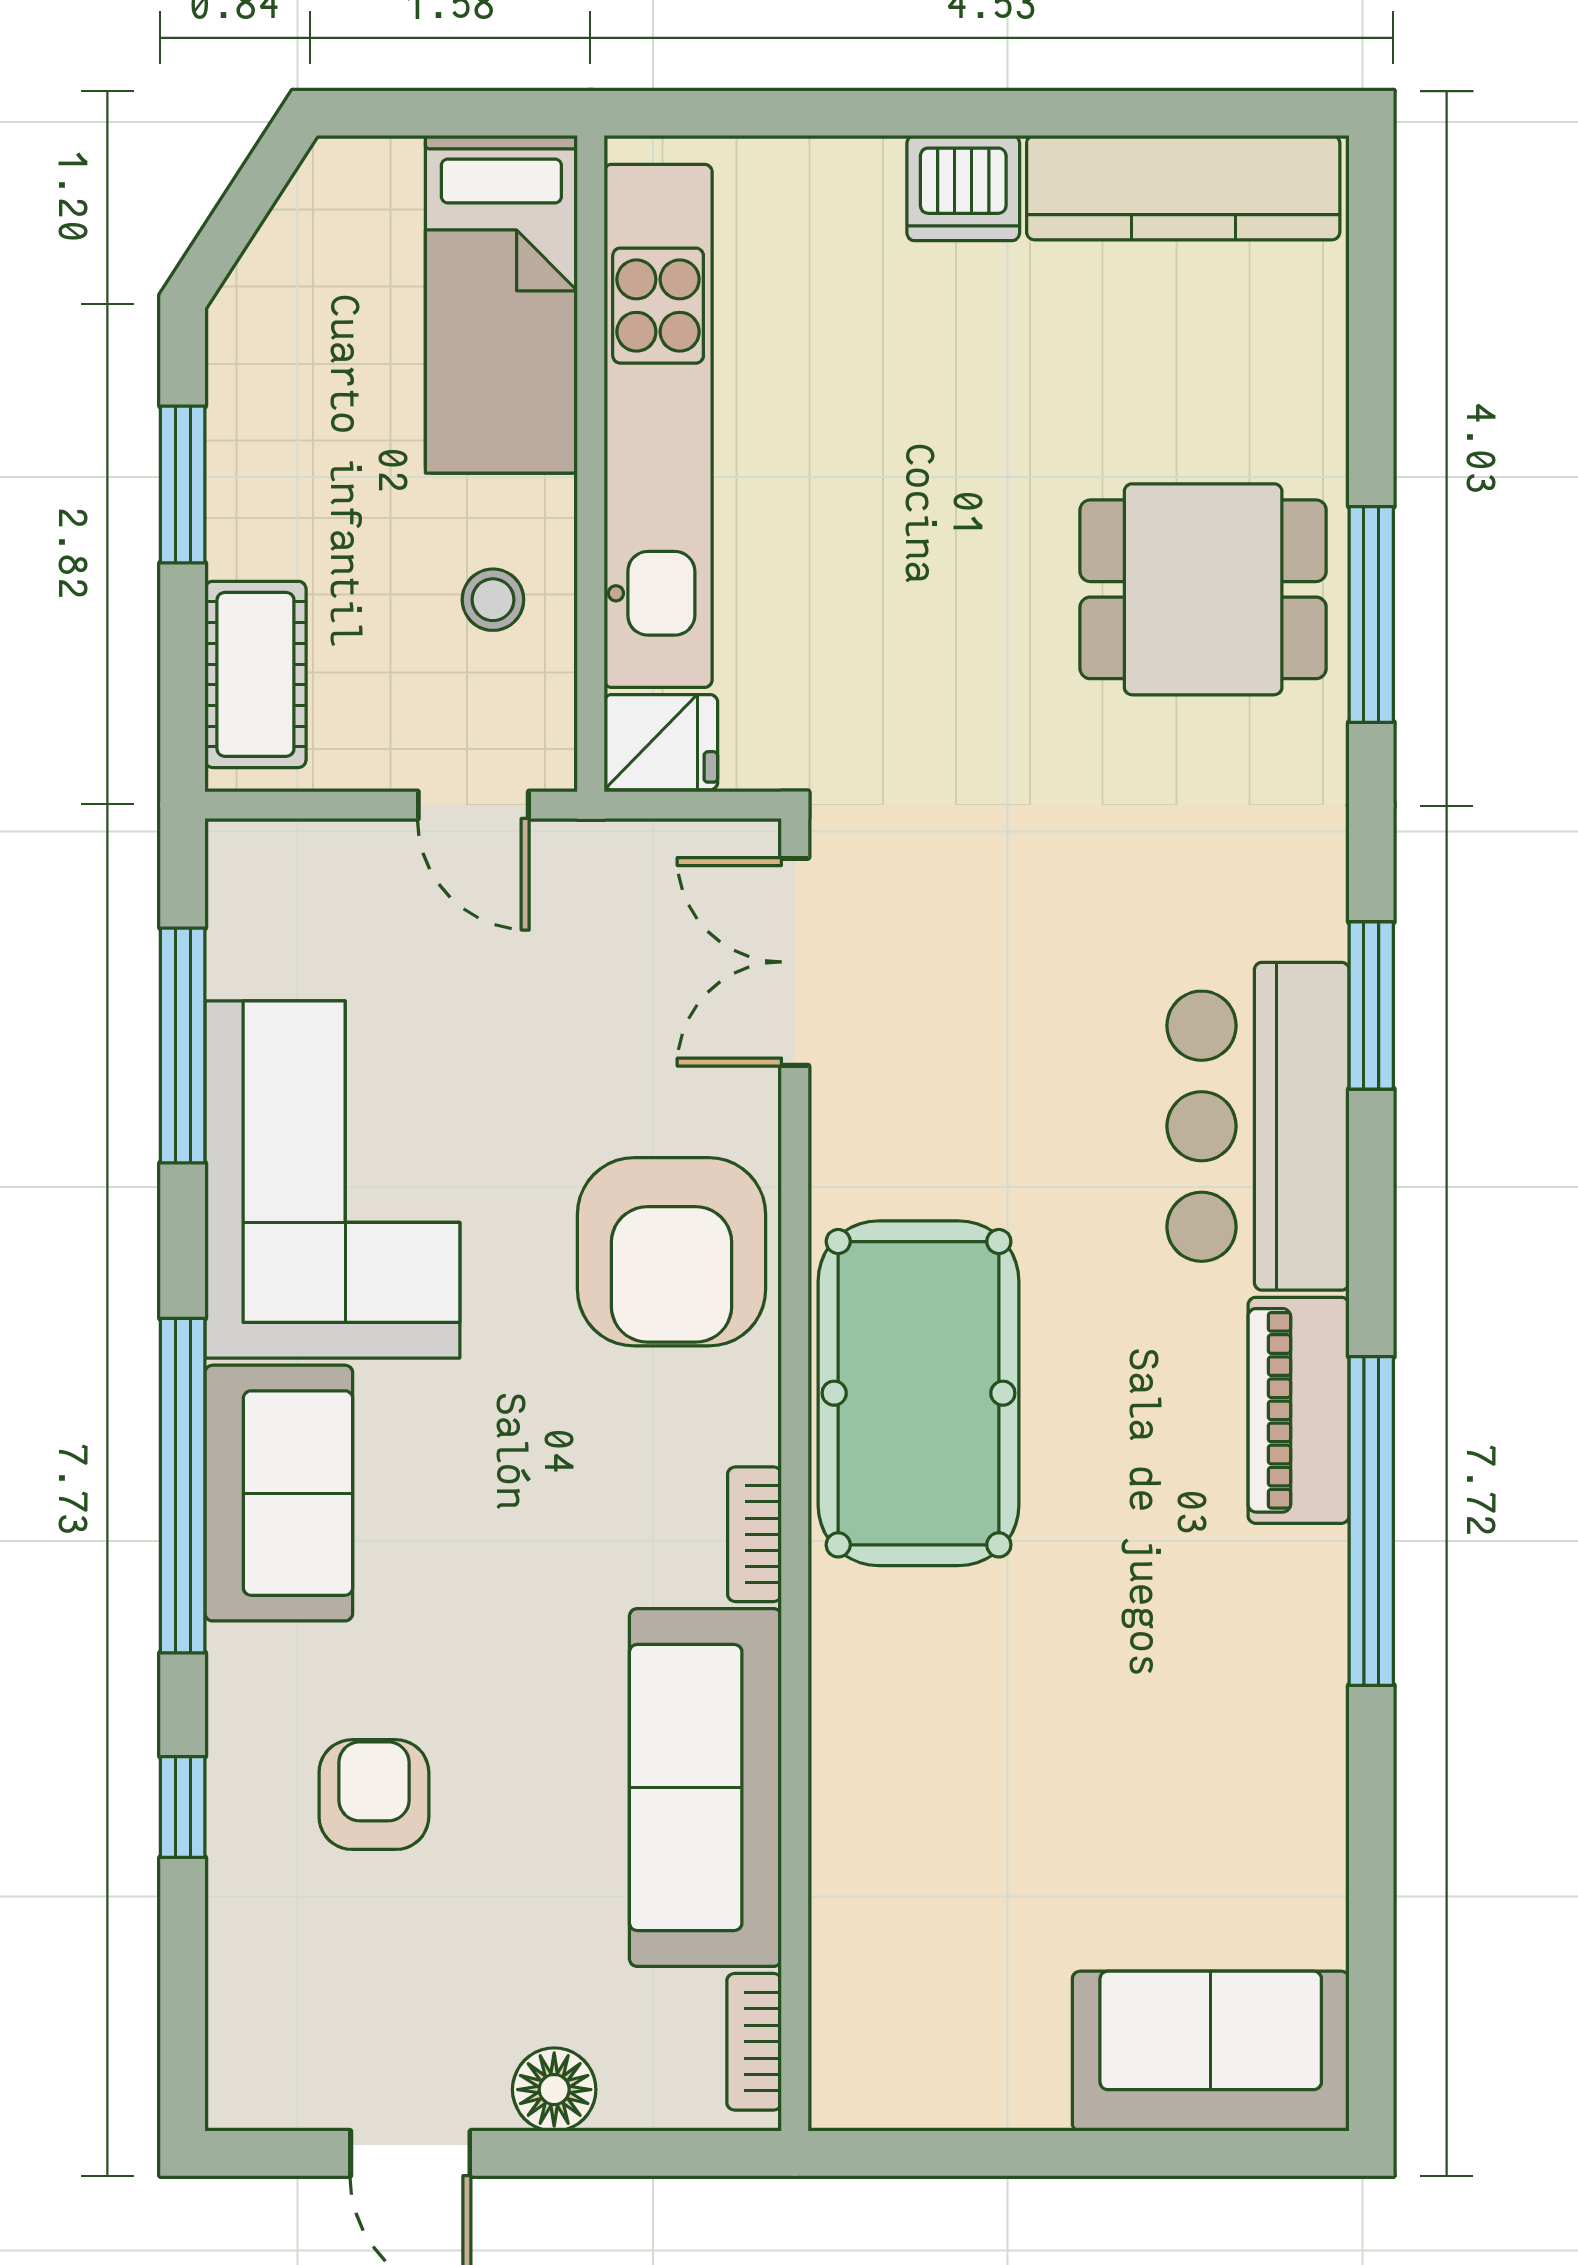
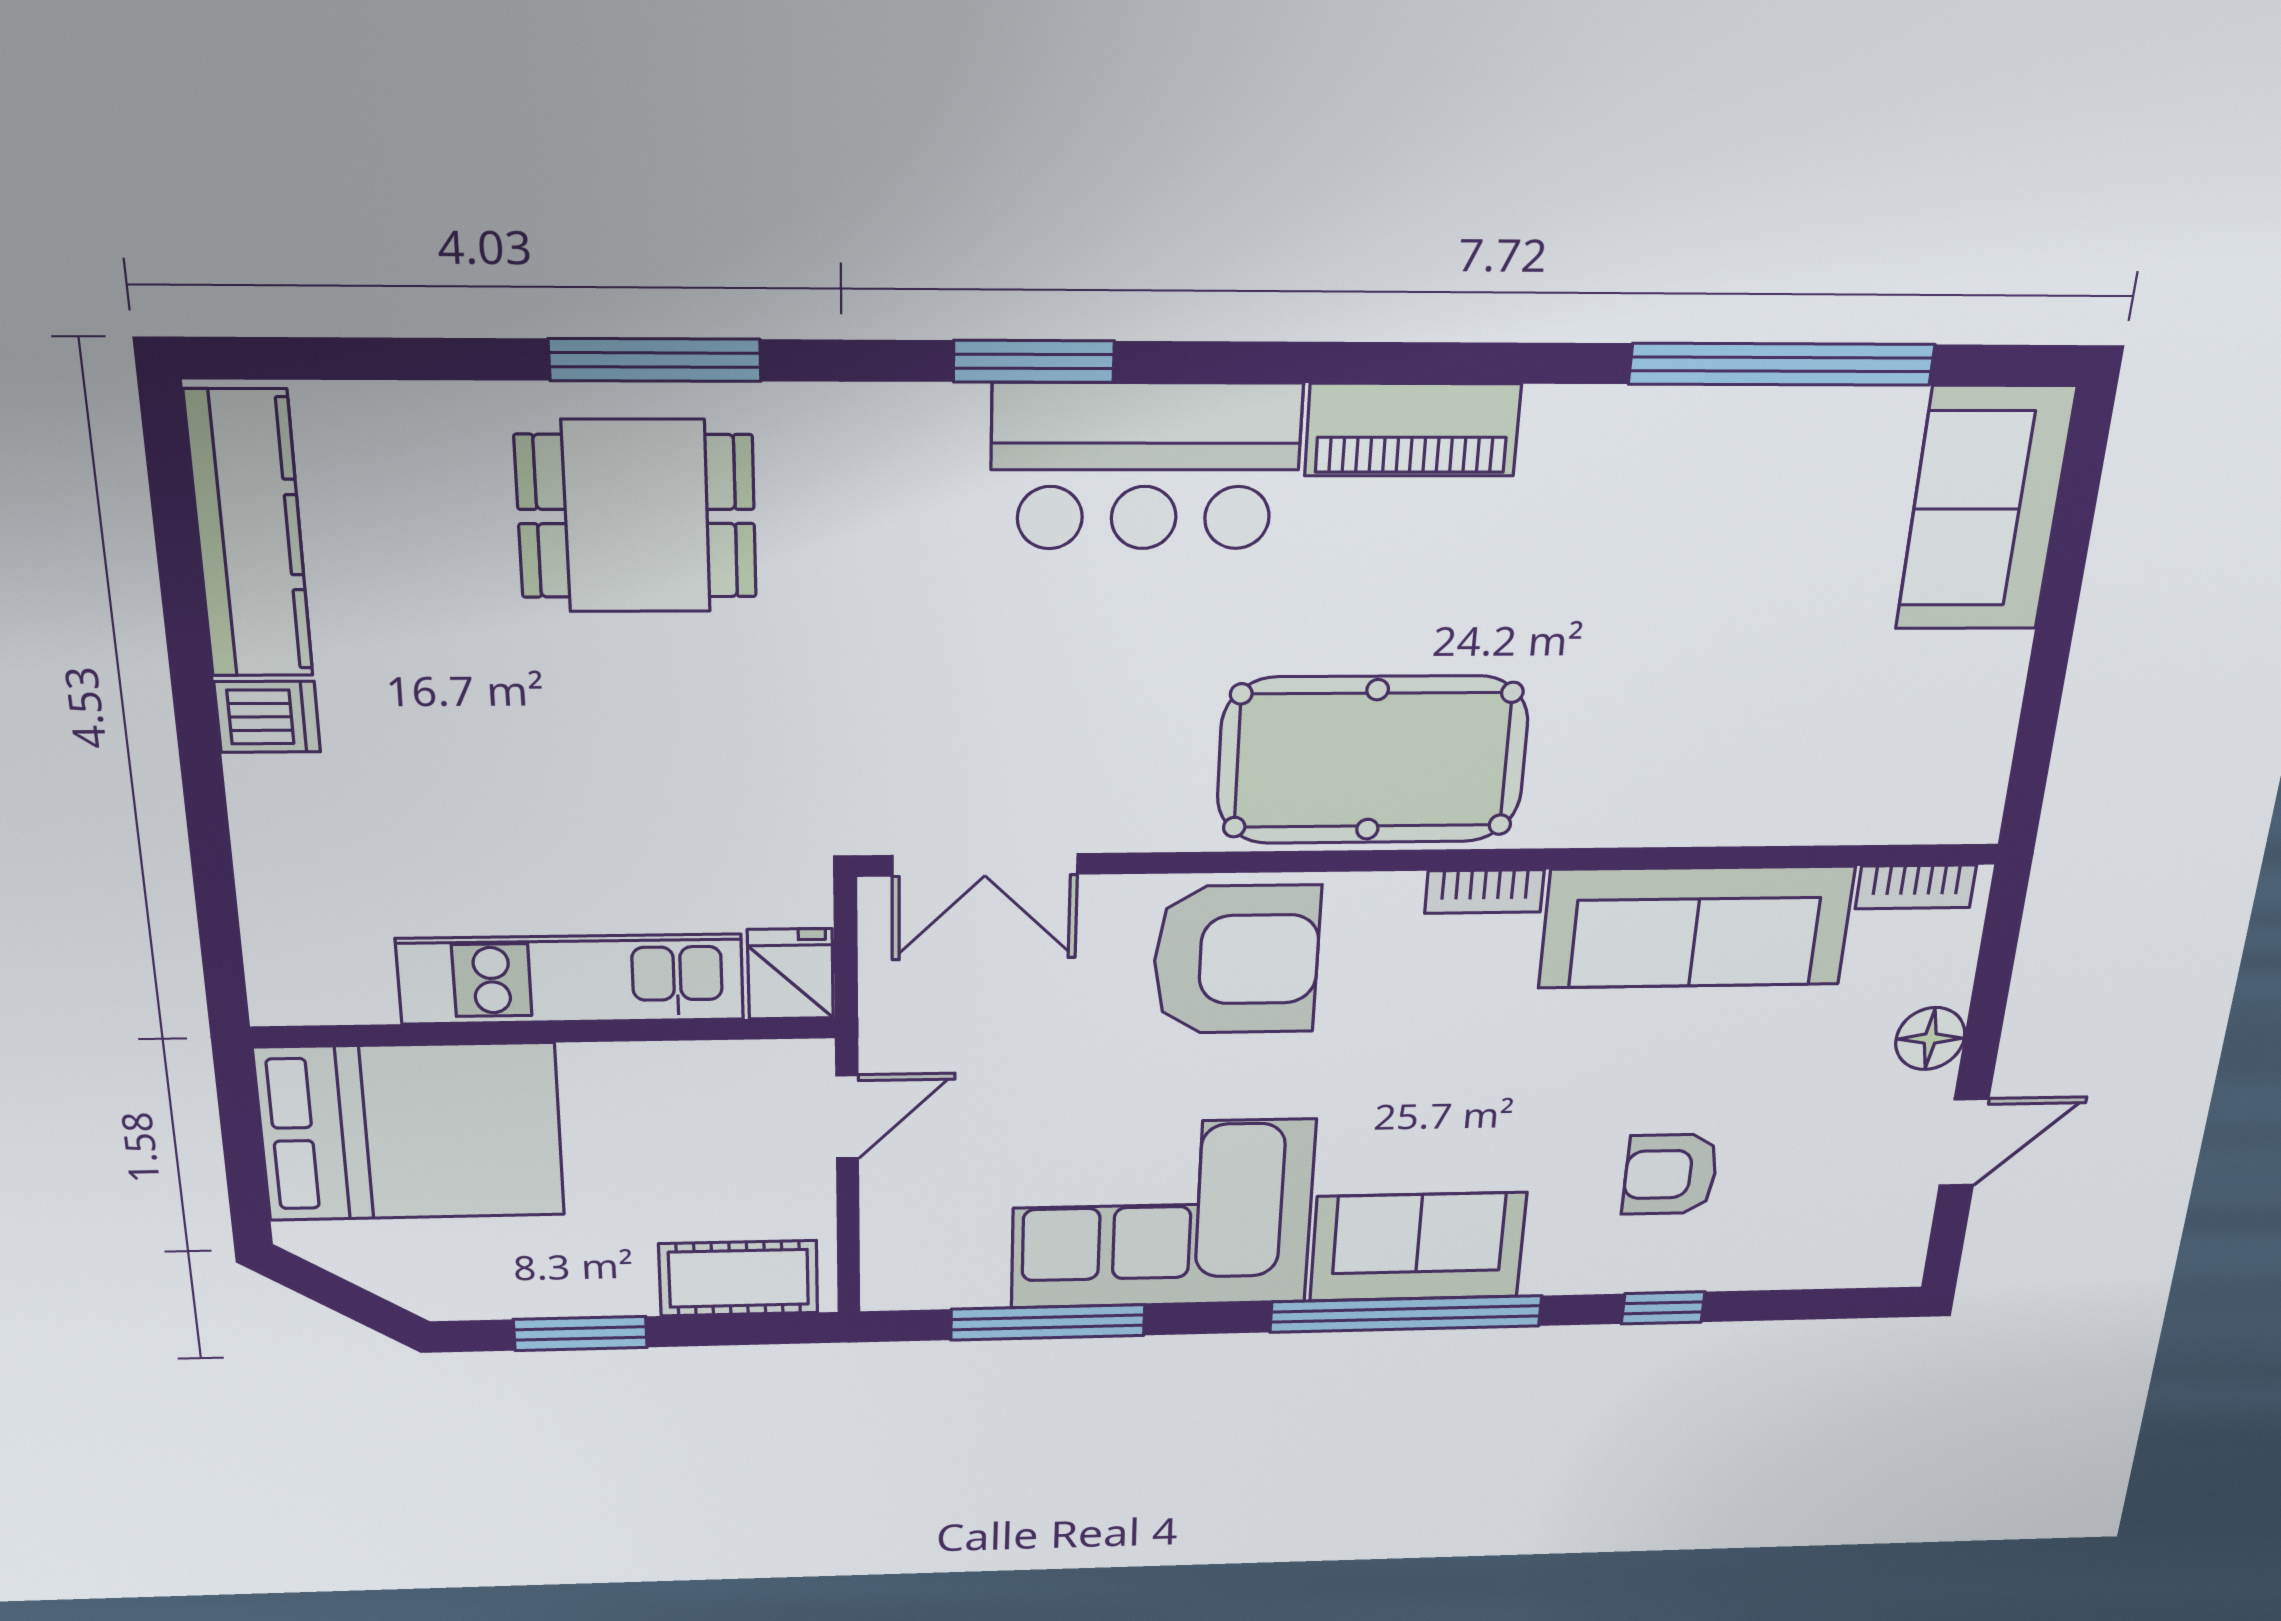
dishwasher: (963, 188) -> (267, 717), width x0.73
bed: (501, 304) -> (411, 1132), width x1.50
kitchen unit: (658, 426) -> (571, 979), width x0.73
dining table: (1203, 589) -> (637, 516), turned 90
stool: (493, 600) -> (669, 1105), removed
window: (1371, 1521) -> (1782, 364), moved

